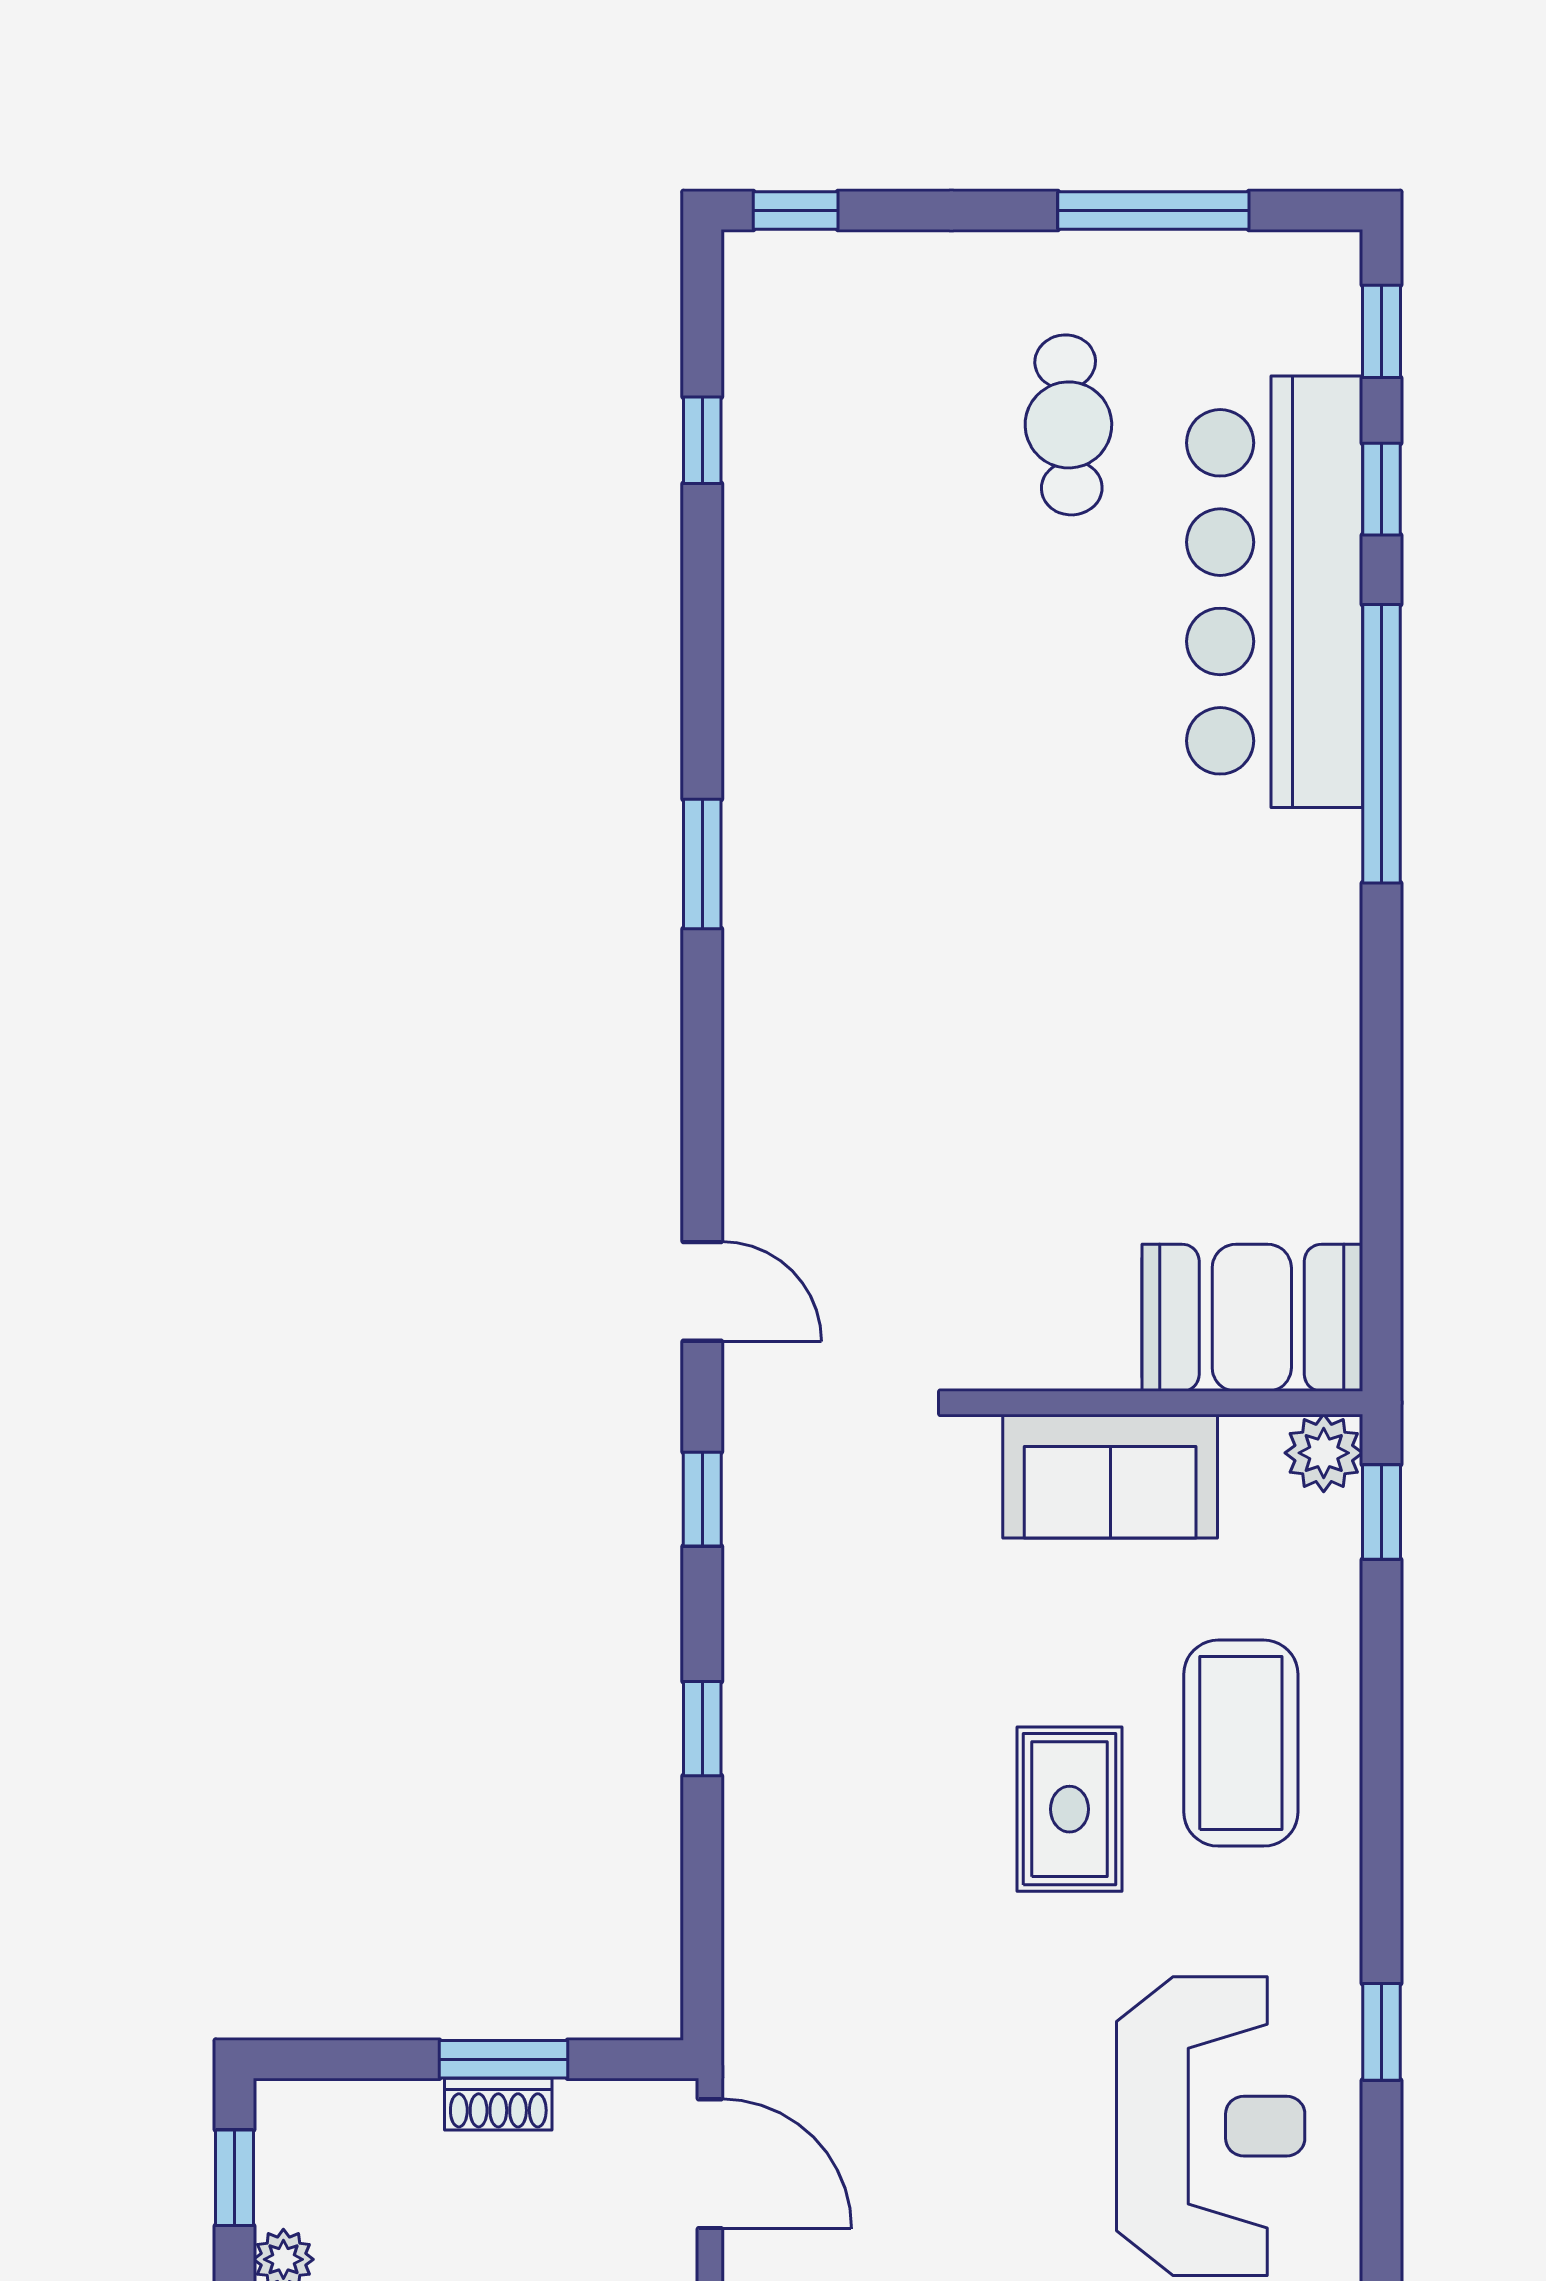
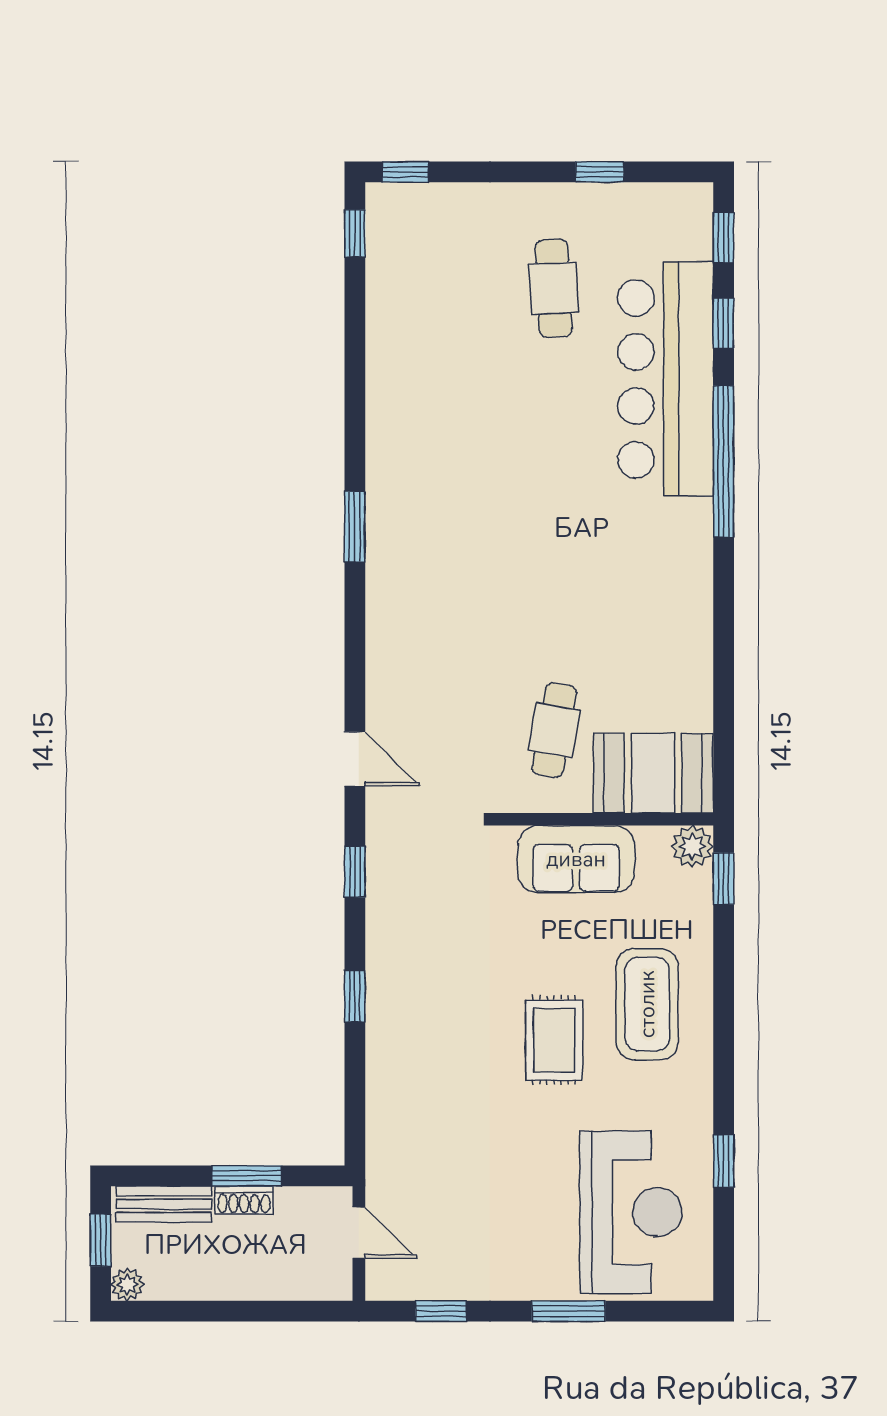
window: (1153, 210) -> (600, 172), width x0.46
window: (702, 440) -> (355, 233), moved
cafe table: (1070, 1239) -> (554, 730), added
bench: (351, 2112) -> (164, 1204), added
door: (710, 2164) -> (359, 1233), width x0.73

